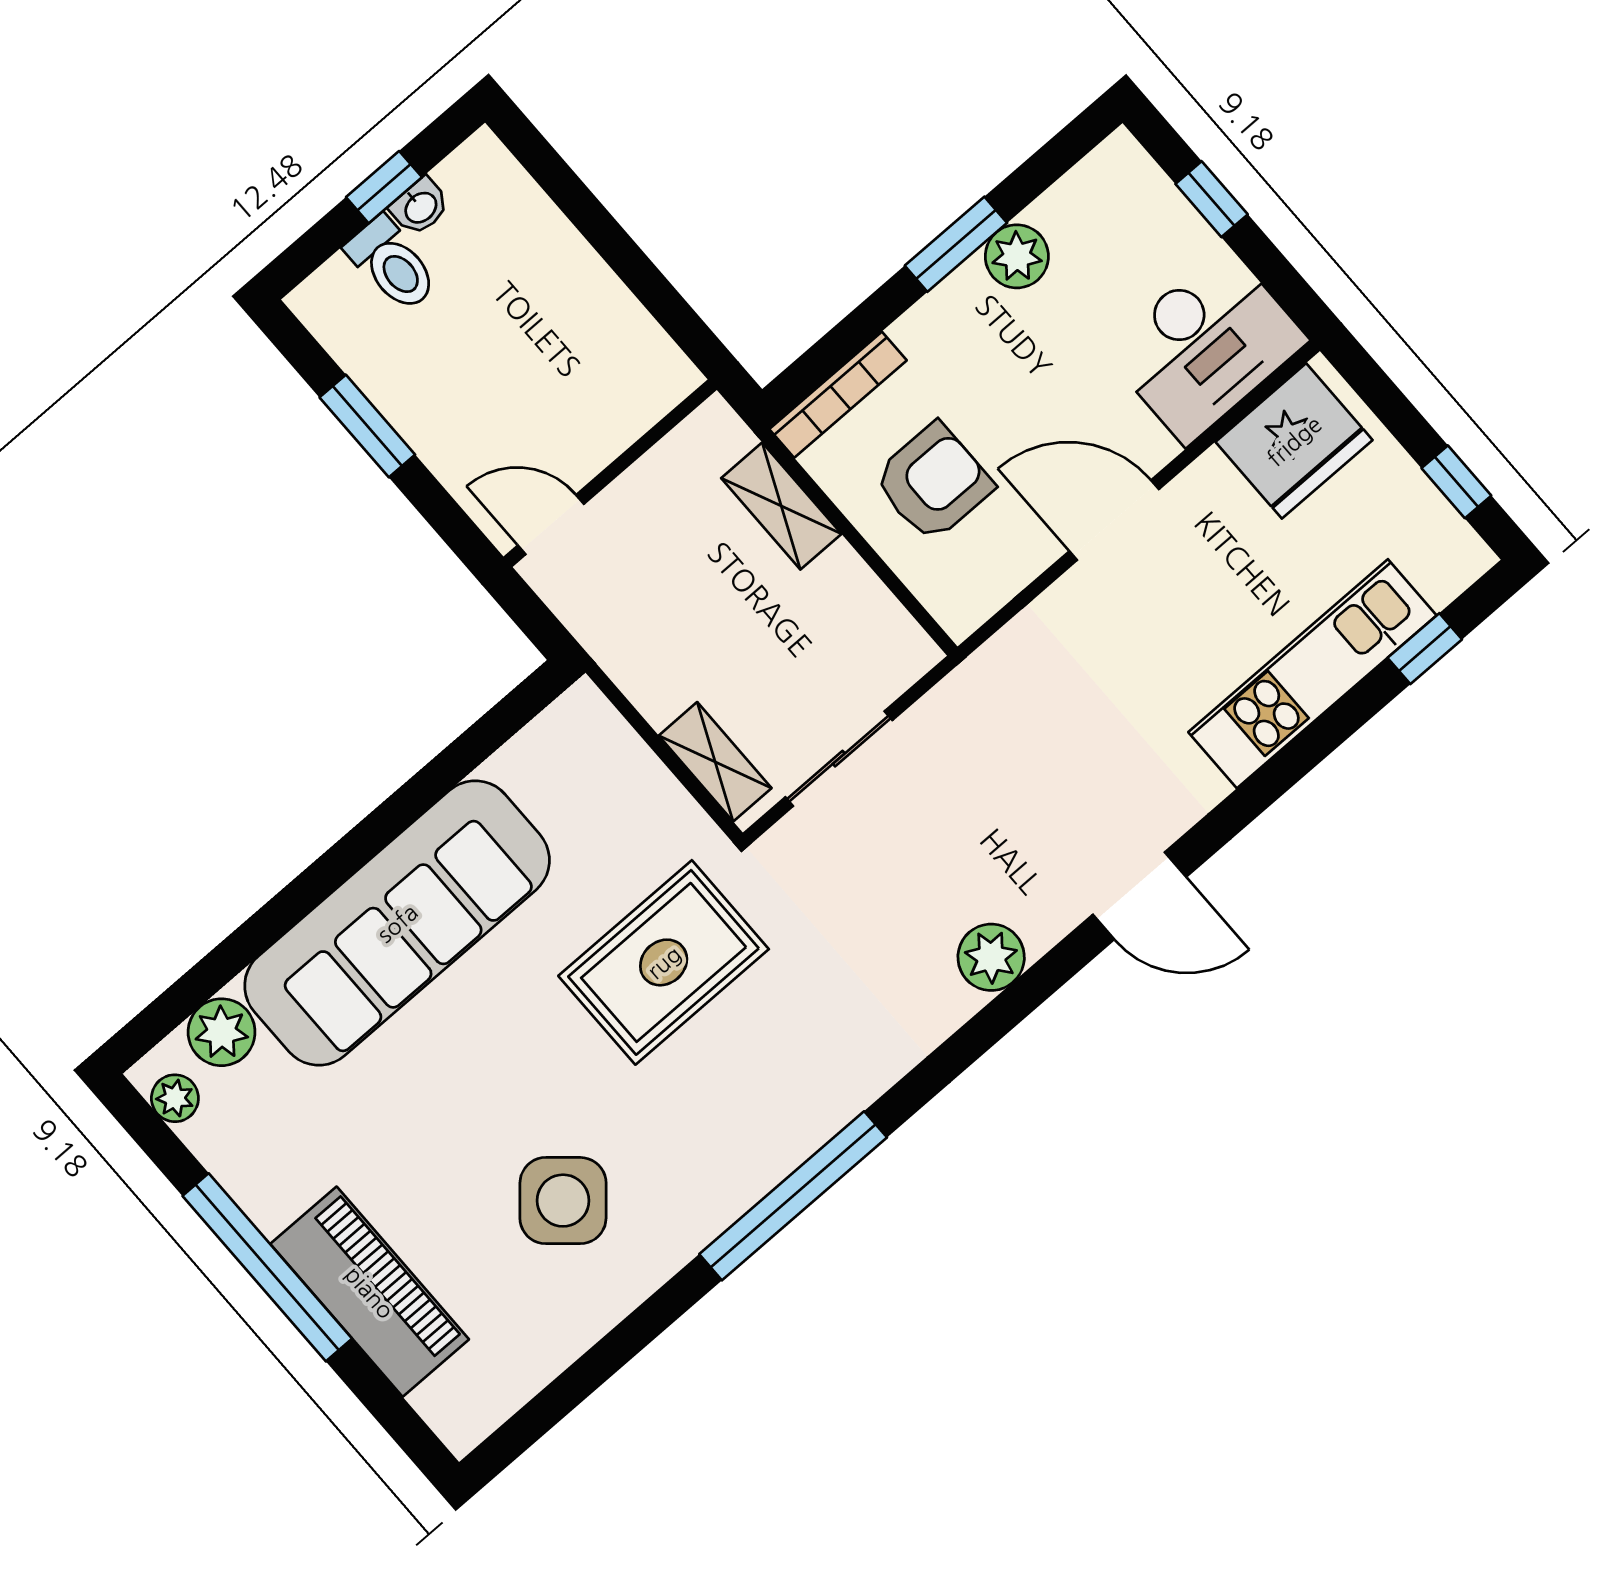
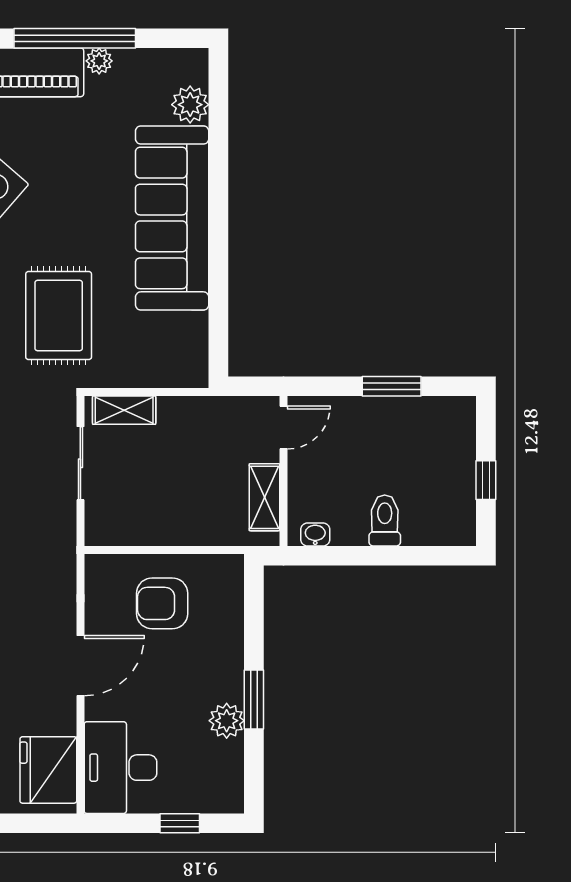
washbasin: (420, 207) -> (315, 534), moved, turned 90
toilet: (392, 264) -> (385, 520), moved, turned 90
bookcase: (838, 395) -> (234, 595), removed
armchair: (933, 482) -> (162, 603), turned 90
shelving: (781, 506) -> (264, 497), moved, turned 90
plant: (175, 1098) -> (99, 61), moved

